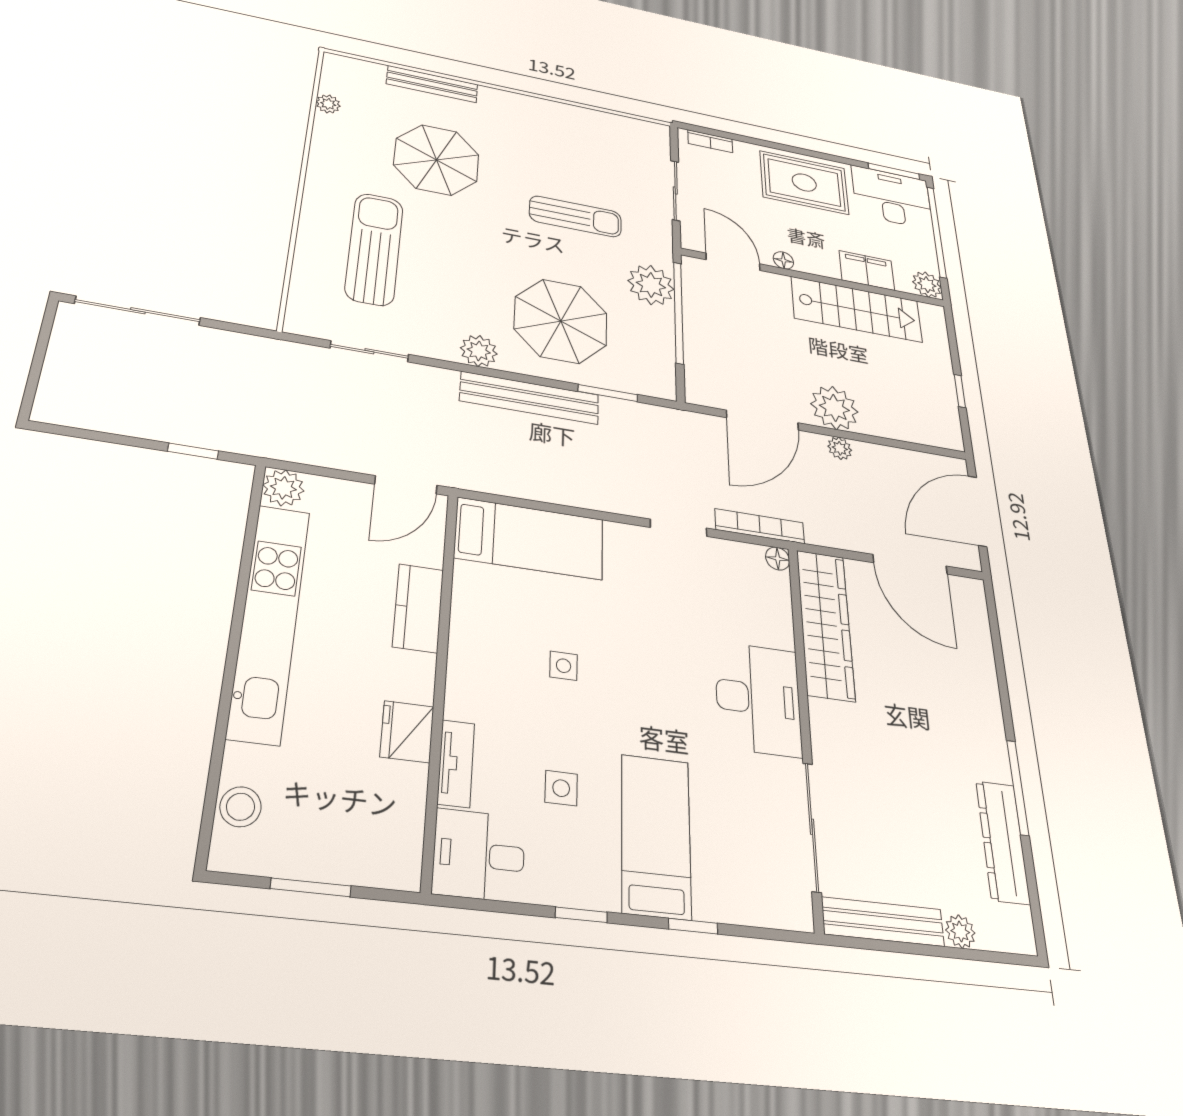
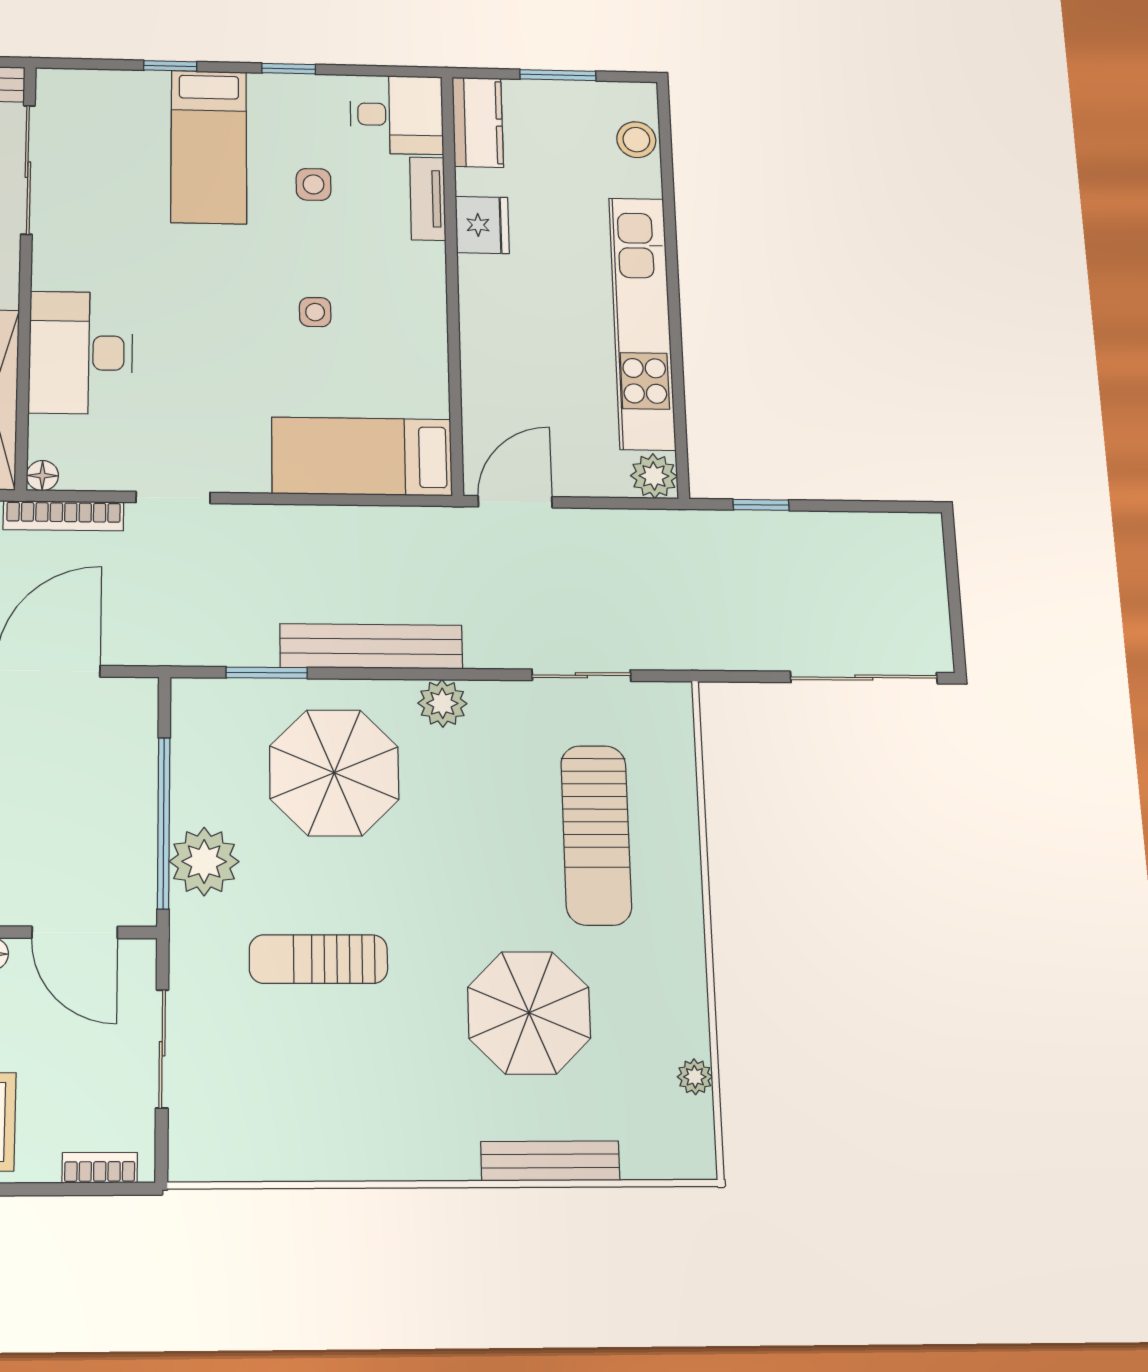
kitchen counter: (418, 608) -> (478, 122), moved
desk: (758, 699) -> (81, 353), moved

